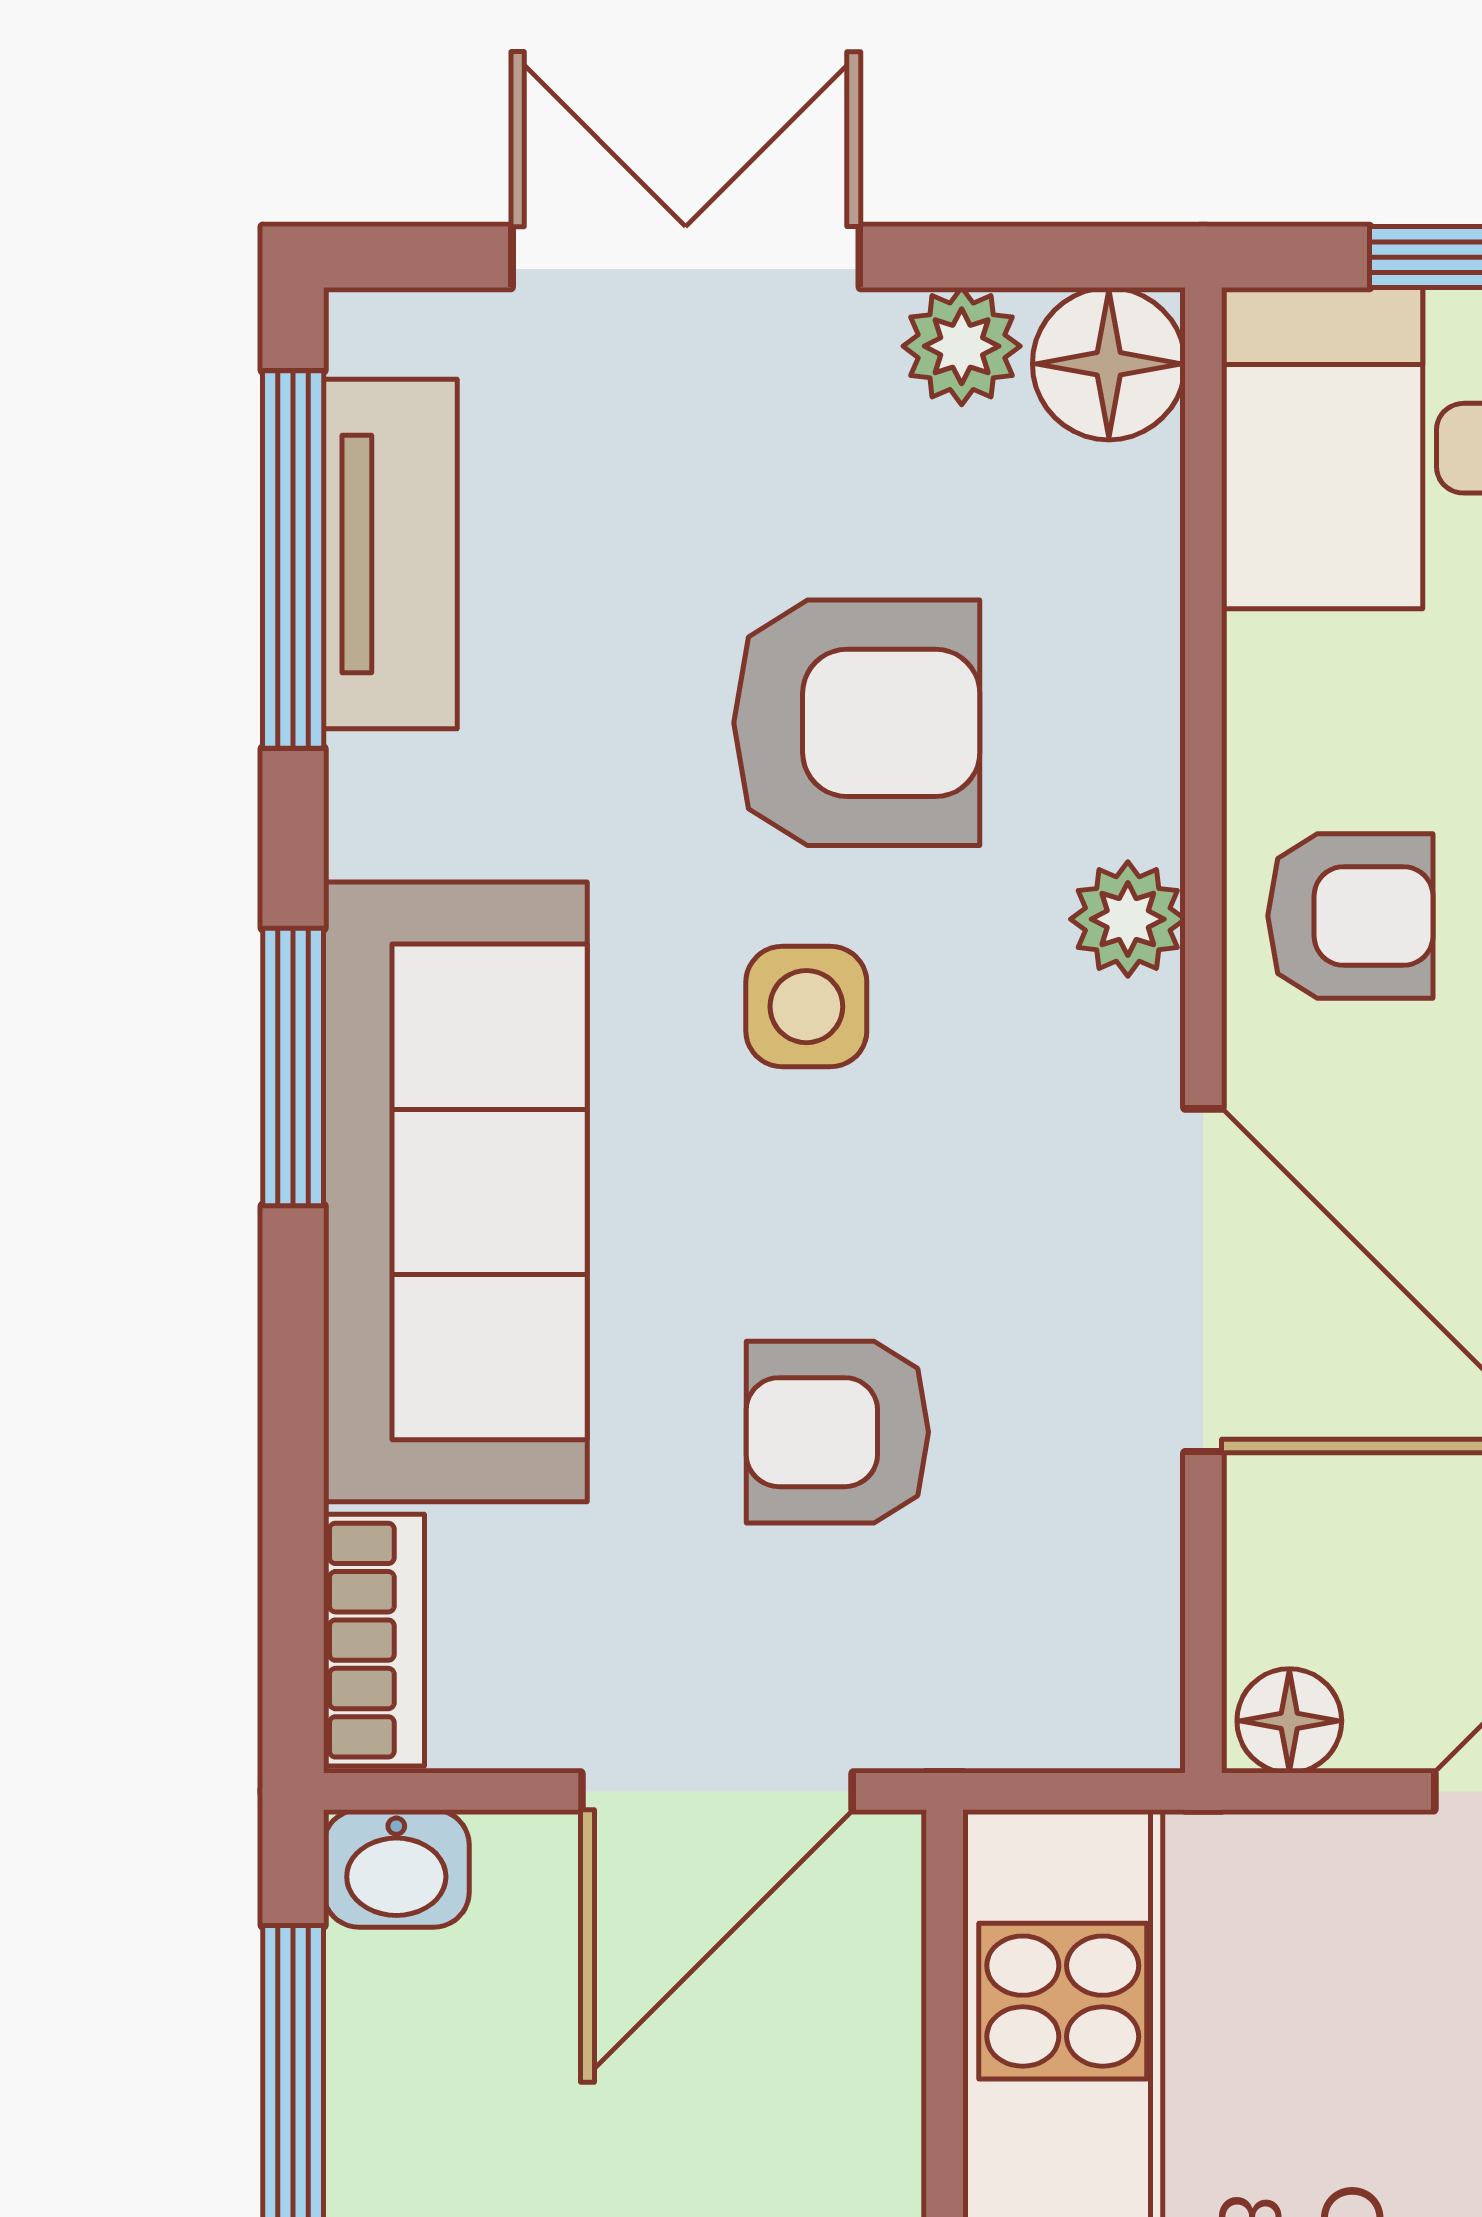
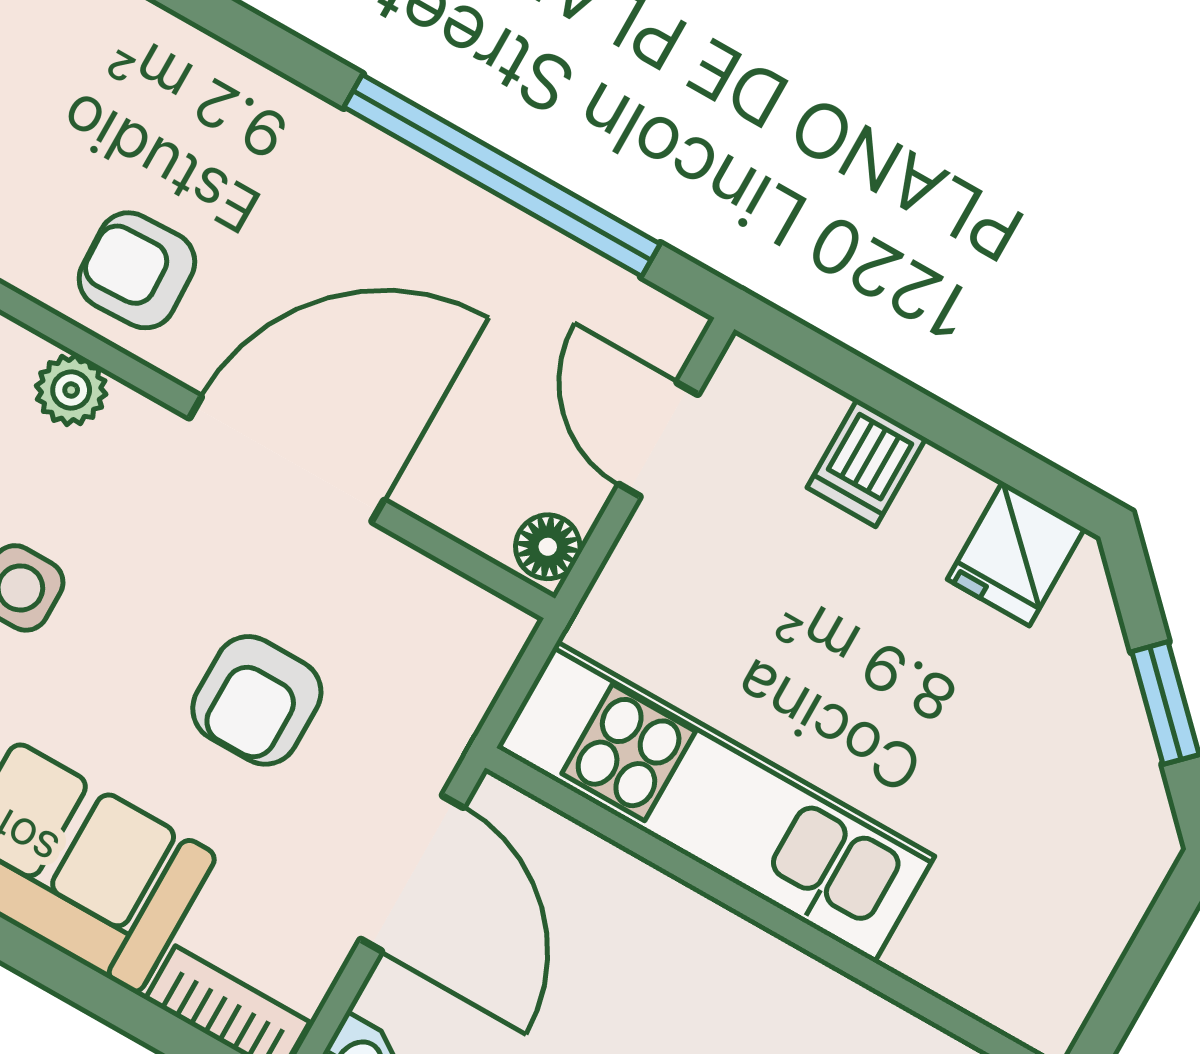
armchair: (1350, 916) -> (137, 270), turned -92

